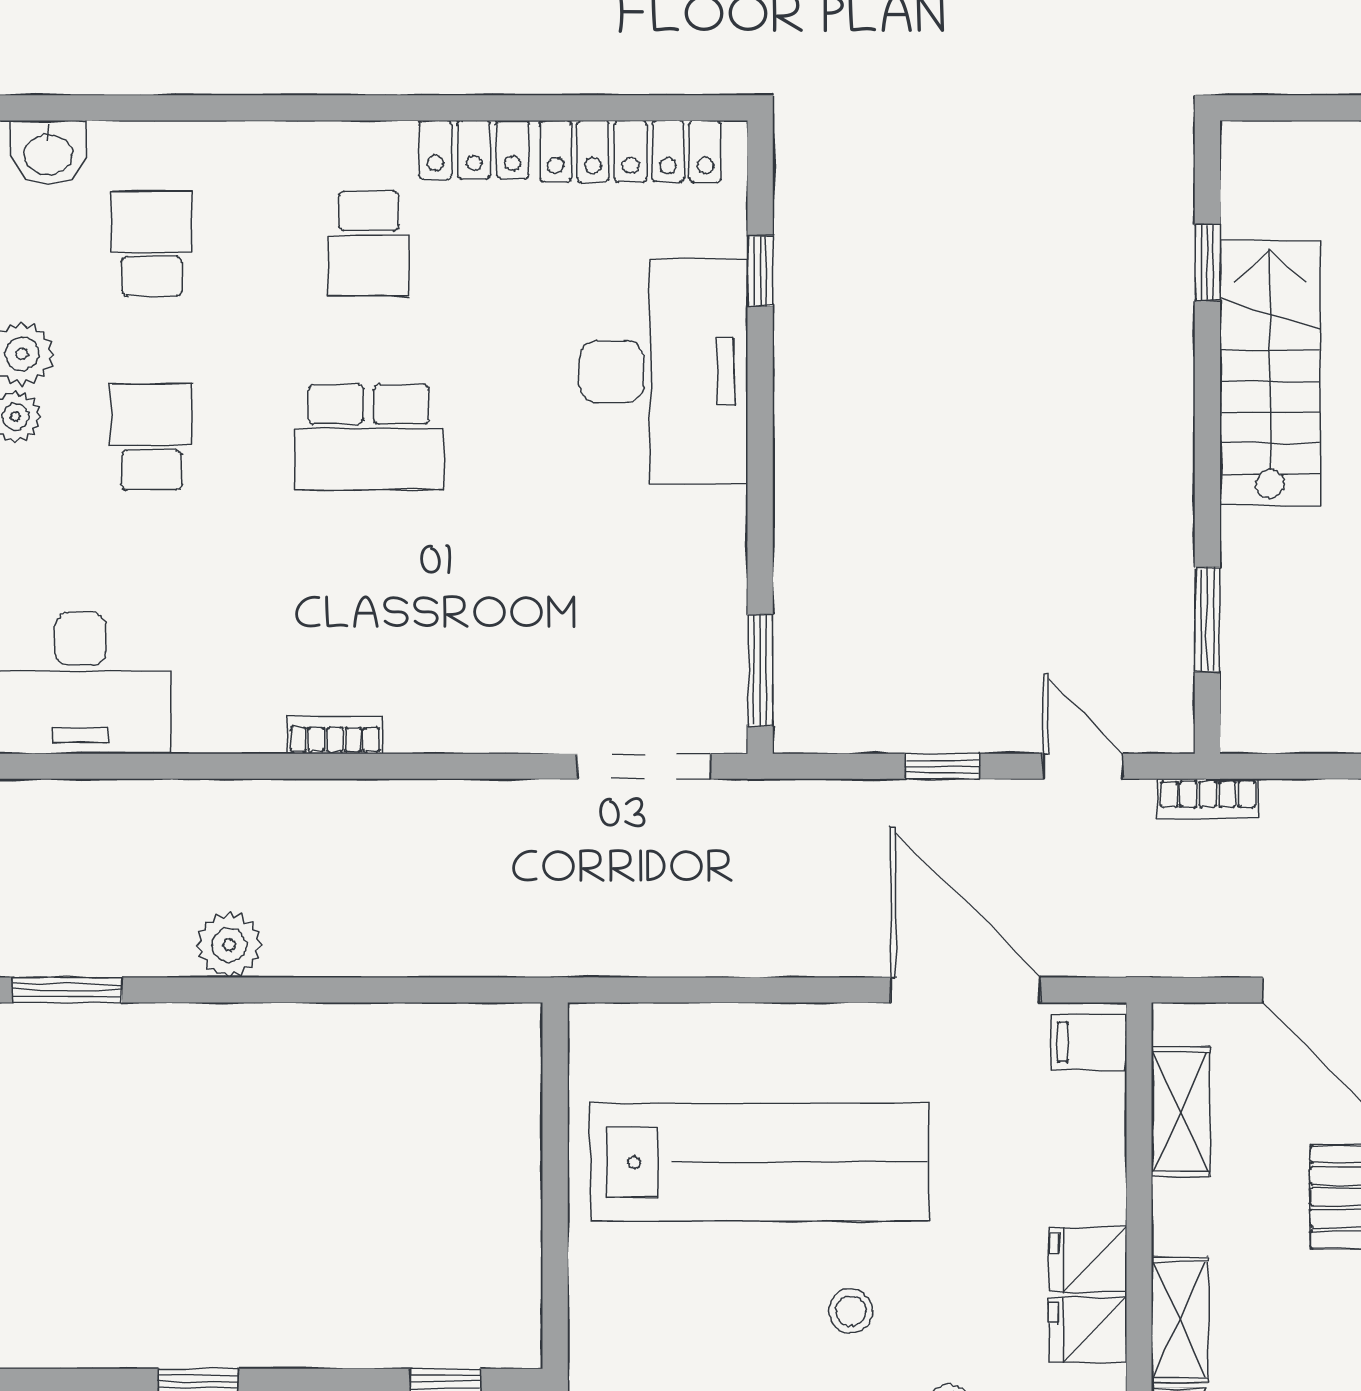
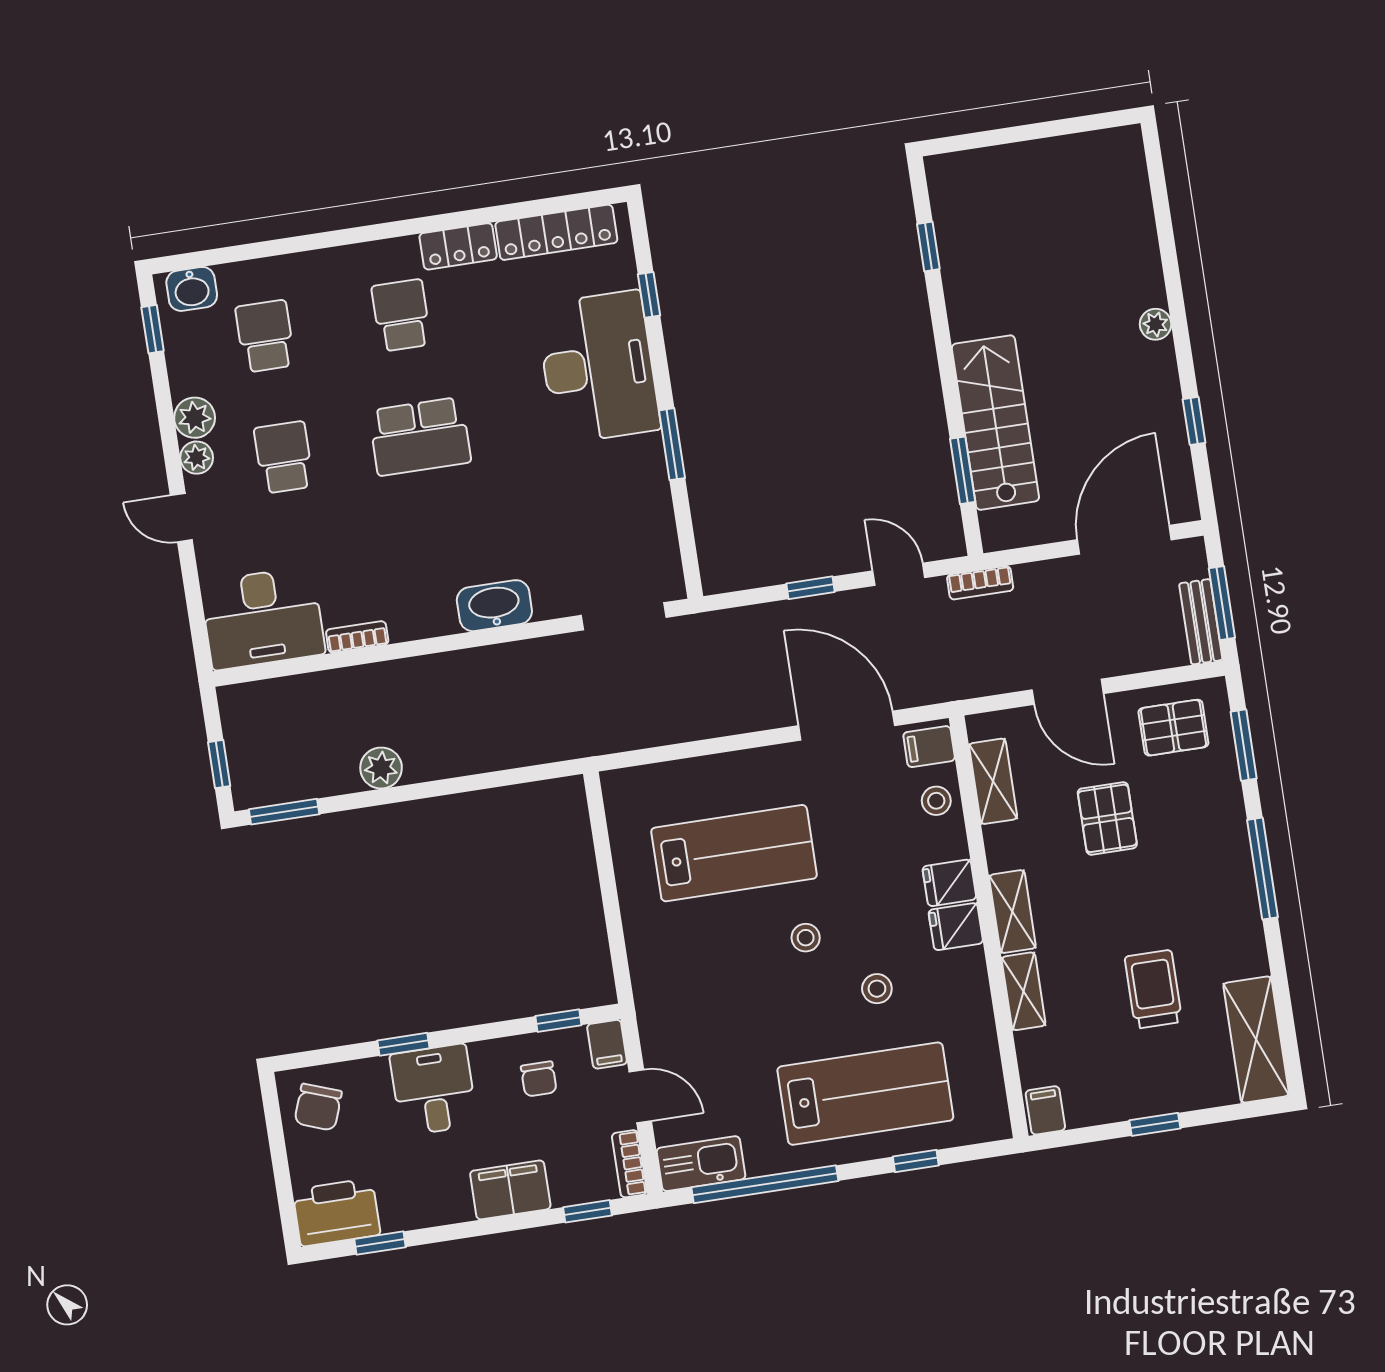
school desk: (369, 244) -> (401, 315), turned 180
stairs: (1270, 372) -> (995, 423), moved
window: (760, 670) -> (672, 444), moved
washbasin: (445, 719) -> (494, 606), added
bookcase: (335, 735) -> (357, 637), moved
stool: (1087, 1129) -> (936, 801), added
lab bench: (759, 1162) -> (734, 853), width x0.73

